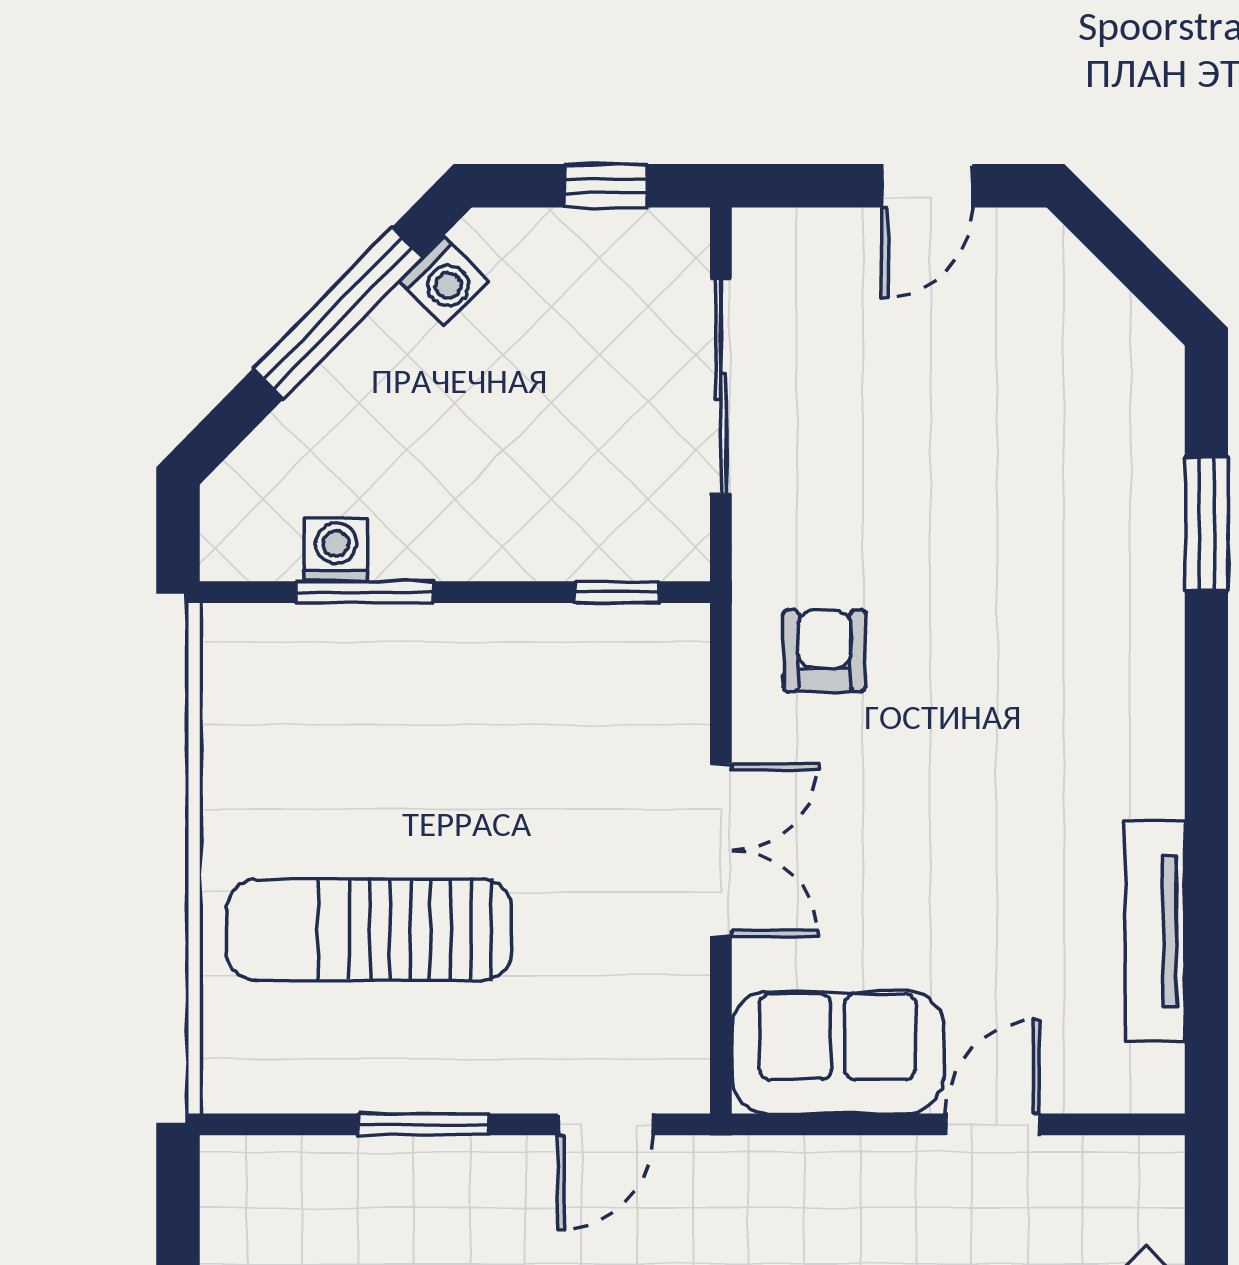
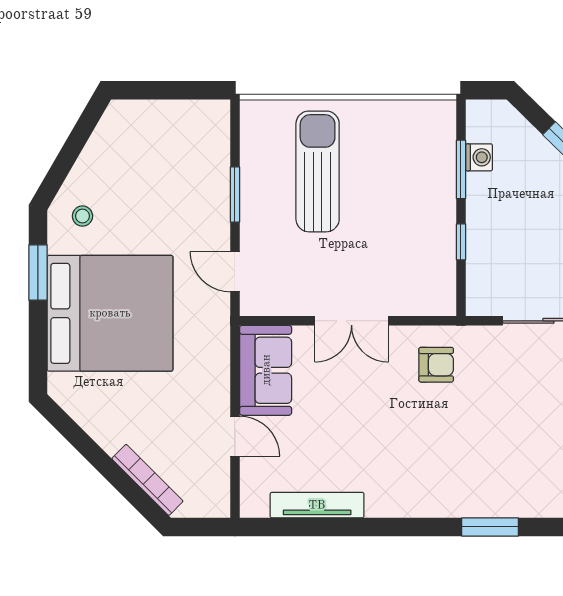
window: (616, 592) -> (461, 242), moved

